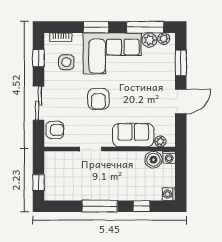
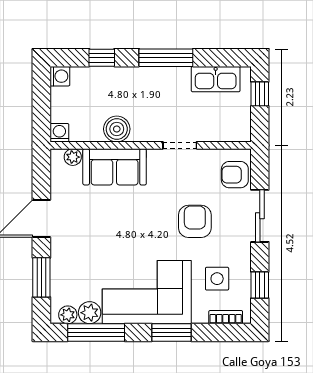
armchair: (98, 99) -> (195, 221), moved
boiler: (153, 160) -> (117, 129), moved
kitchen sink: (67, 192) -> (216, 79), added

